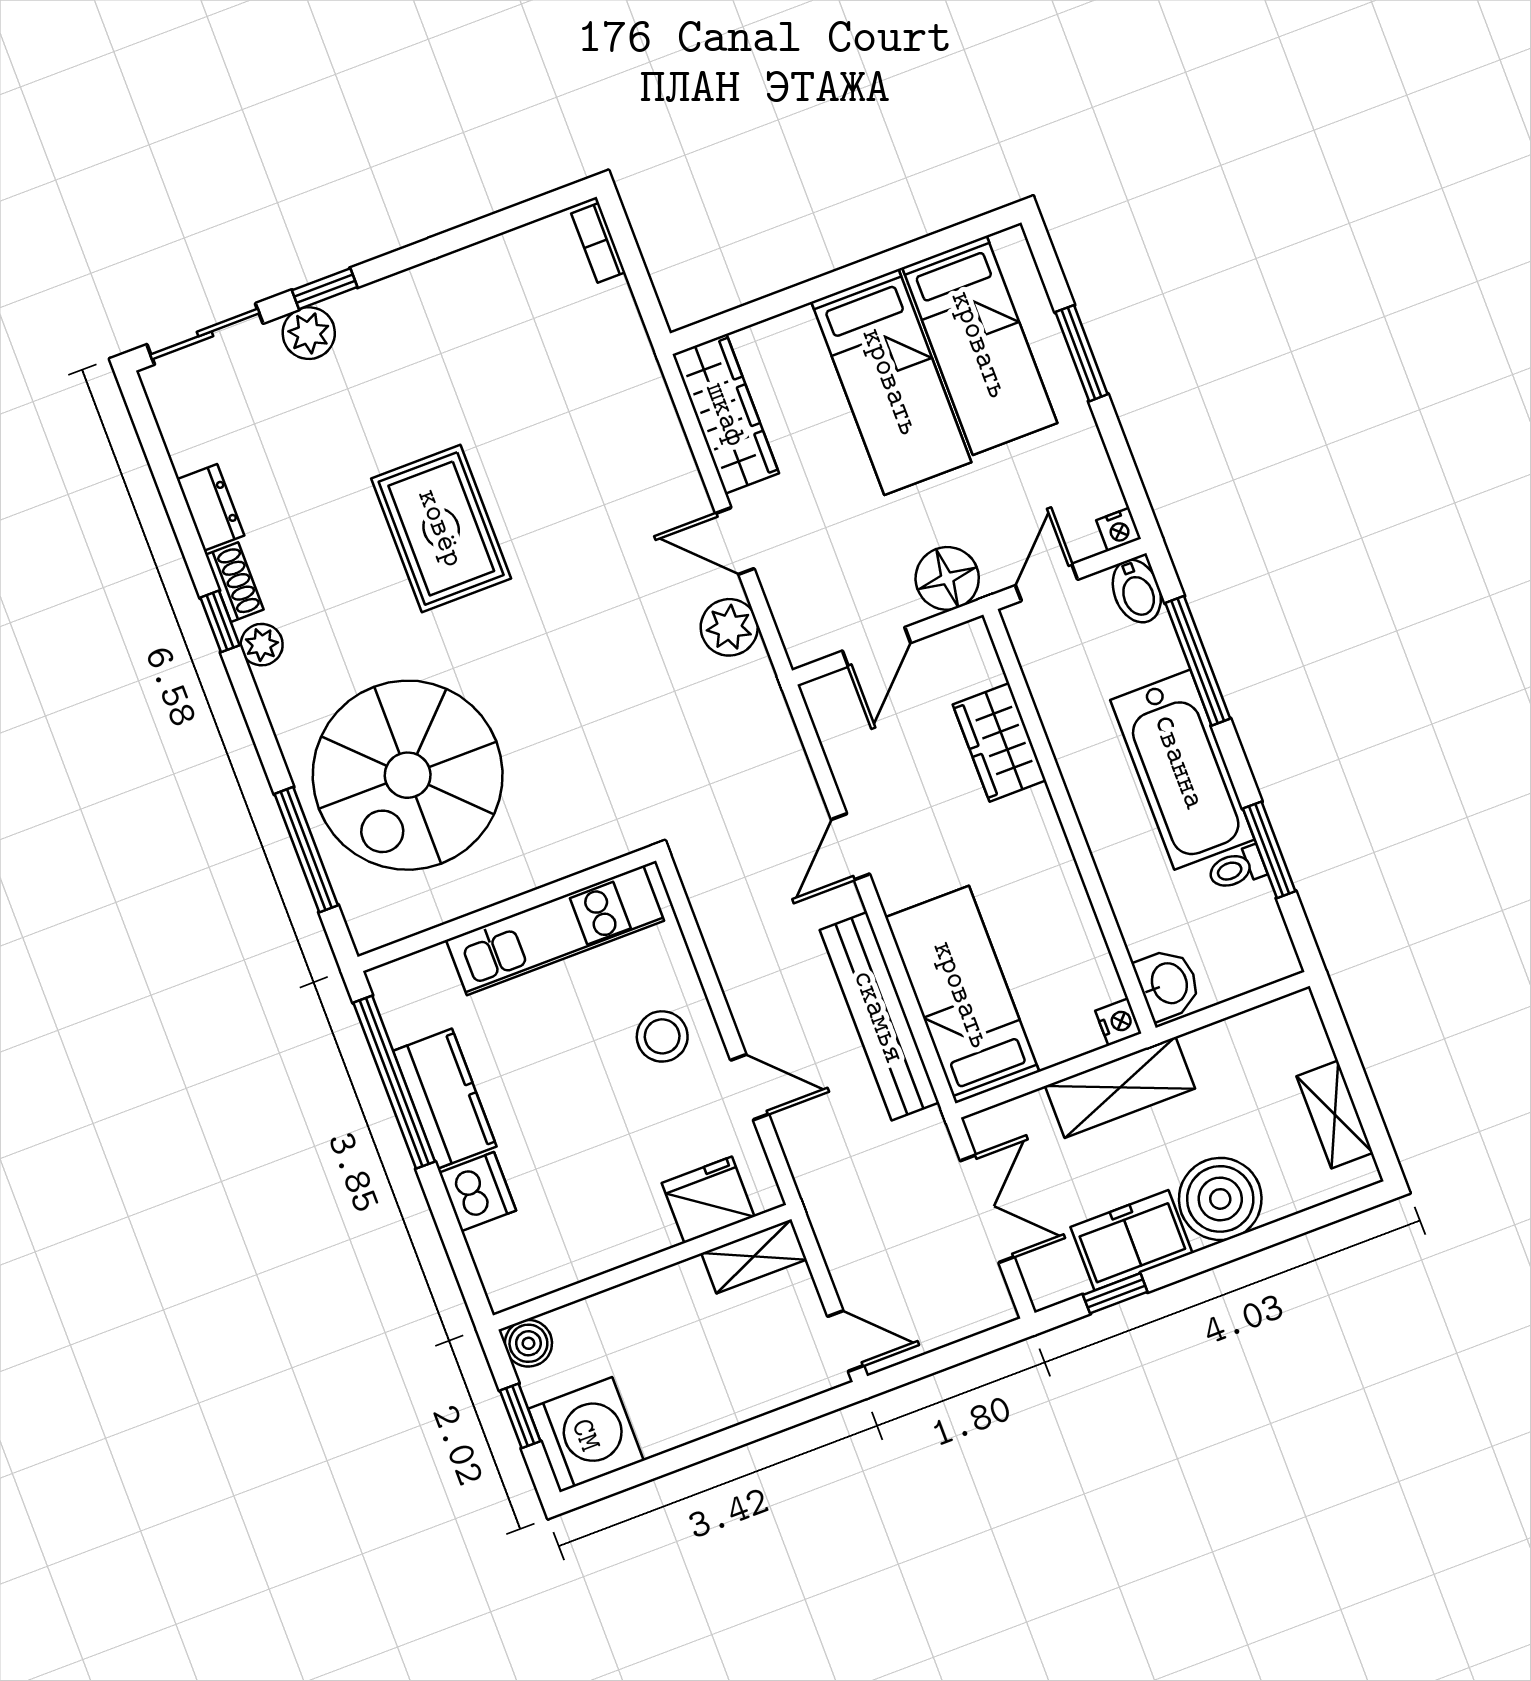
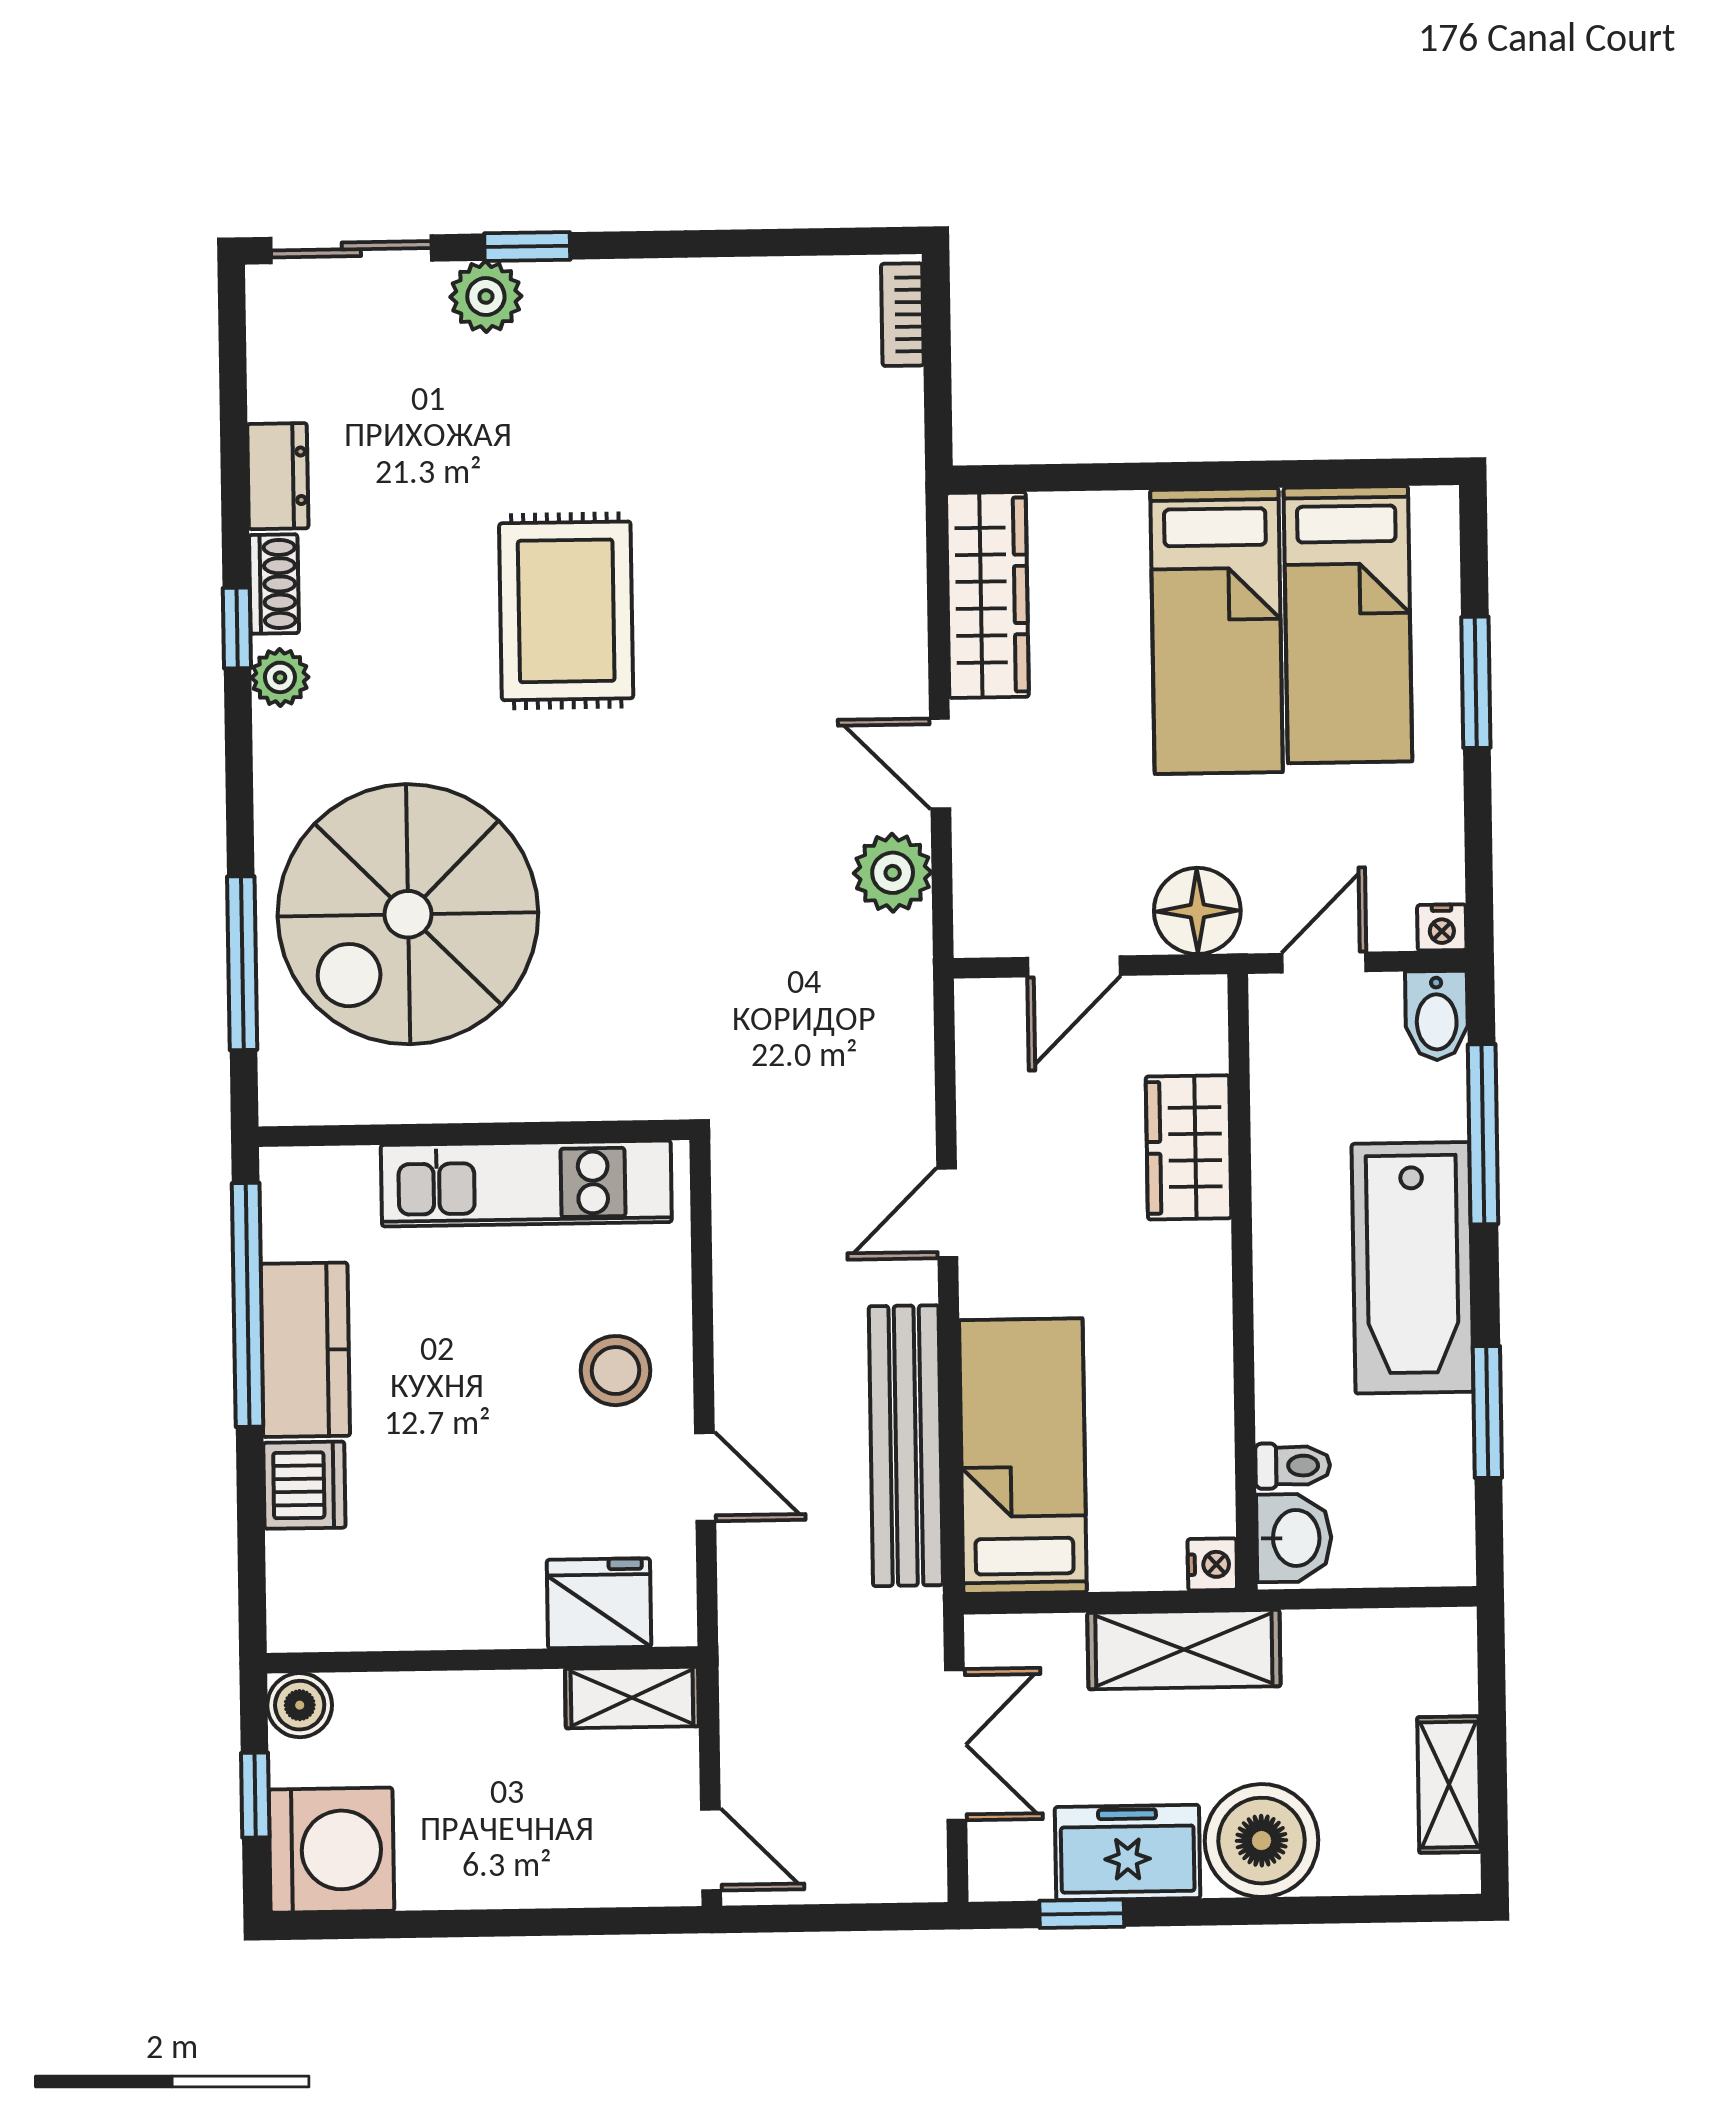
toilet: (1237, 868) -> (1293, 1466), moved, turned 180

